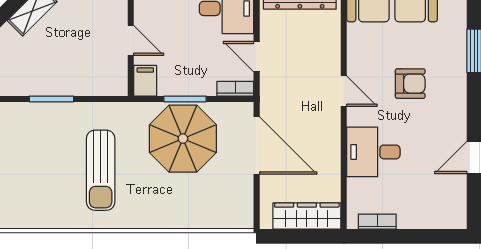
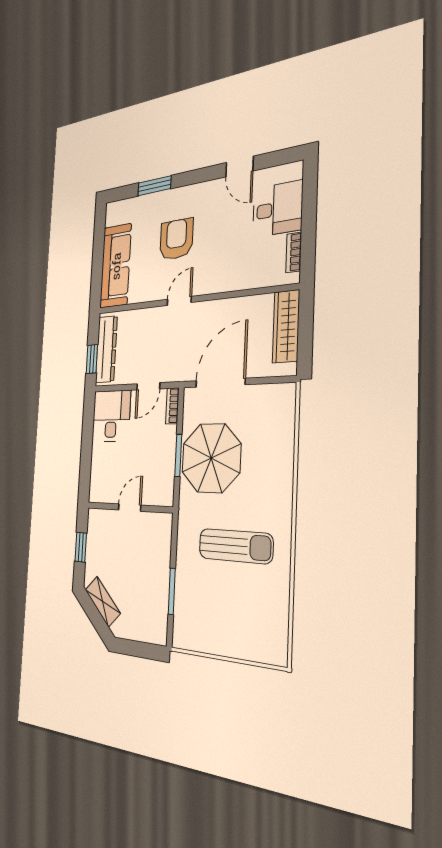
filing cabinet: (145, 81) -> (162, 495), removed
armchair: (410, 84) -> (176, 239), width x1.38, depth x1.38
desk: (373, 152) -> (277, 209), moved, turned -90

